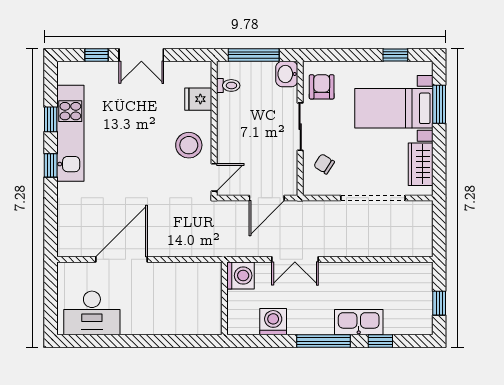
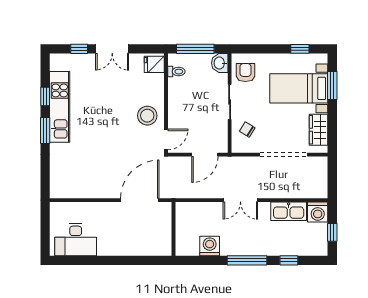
fridge: (198, 99) -> (154, 64), moved
window: (51, 165) -> (45, 130), width x1.50
door: (122, 259) -> (140, 200), moved
double door: (295, 259) -> (240, 200), moved
washing machine: (240, 276) -> (318, 212), moved, turned 90
kitchen sink: (359, 322) -> (289, 211), moved, turned 180

